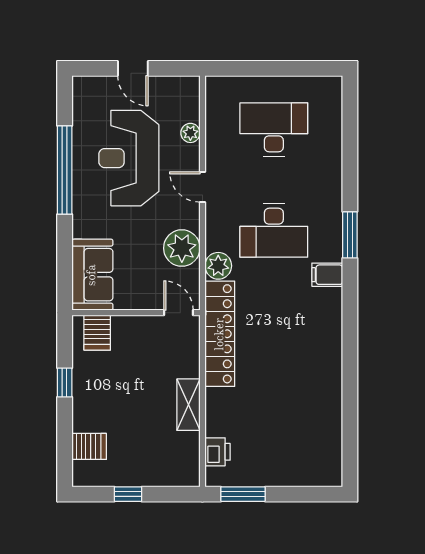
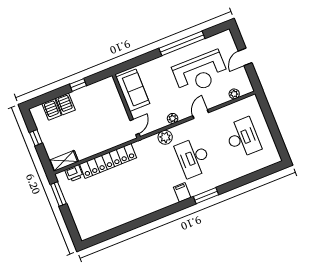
plant: (190, 133) -> (234, 94), moved
reception desk: (129, 158) -> (200, 73), turned 180
plant: (182, 248) -> (173, 118), width x0.53, depth x0.53
sofa: (92, 275) -> (133, 90), moved, turned -90
server rack: (97, 333) -> (65, 104), moved, turned -90
locker: (220, 334) -> (108, 161), moved
shelving: (188, 405) -> (64, 161), moved

